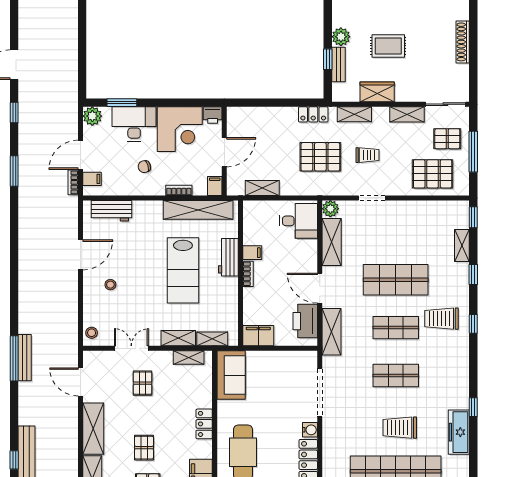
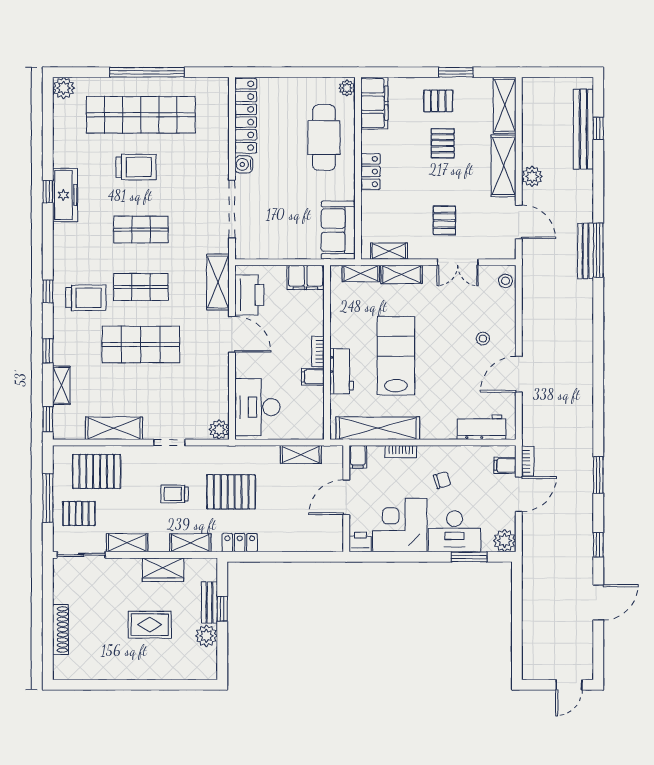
desk: (298, 221) -> (257, 407), width x1.37
shelving: (332, 242) -> (114, 428), moved, turned 90
plant: (69, 420) -> (532, 176), added
freezer: (459, 432) -> (65, 195), moved

